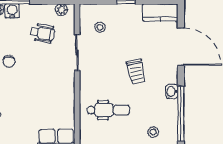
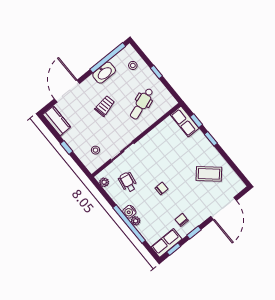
washbasin: (172, 91) -> (104, 73), width x1.91, depth x1.45
dental chair: (108, 110) -> (142, 104), turned -109

